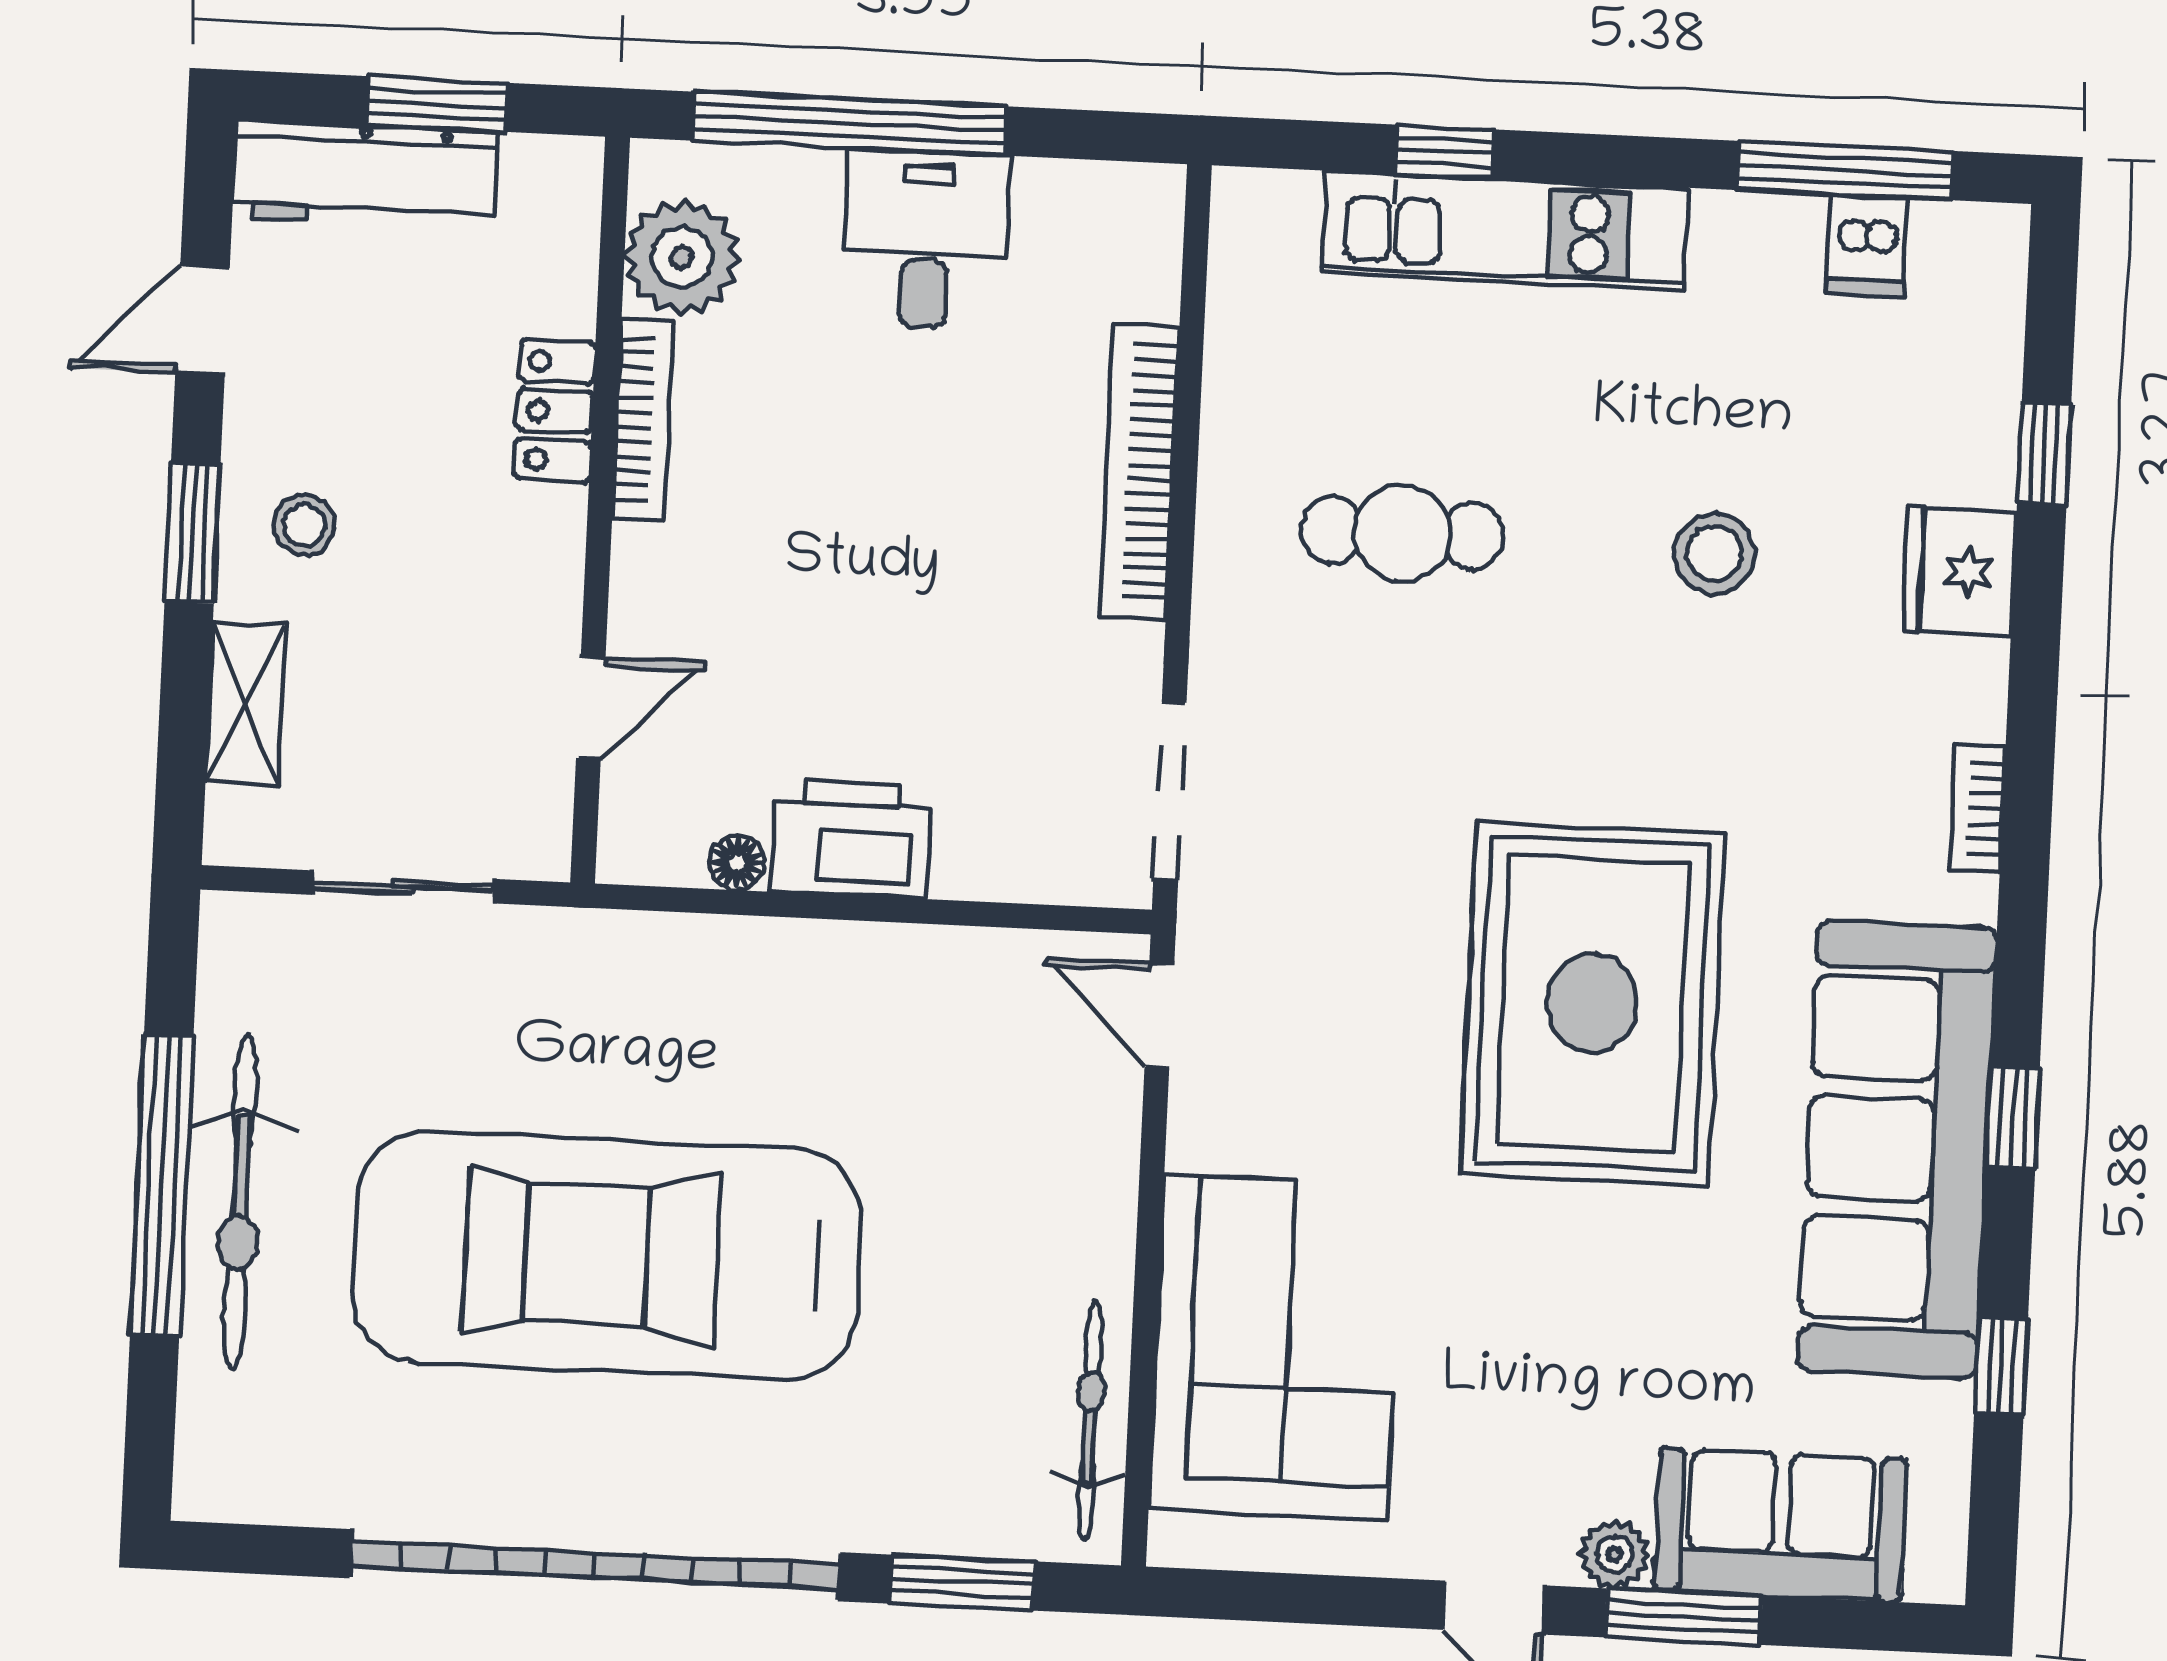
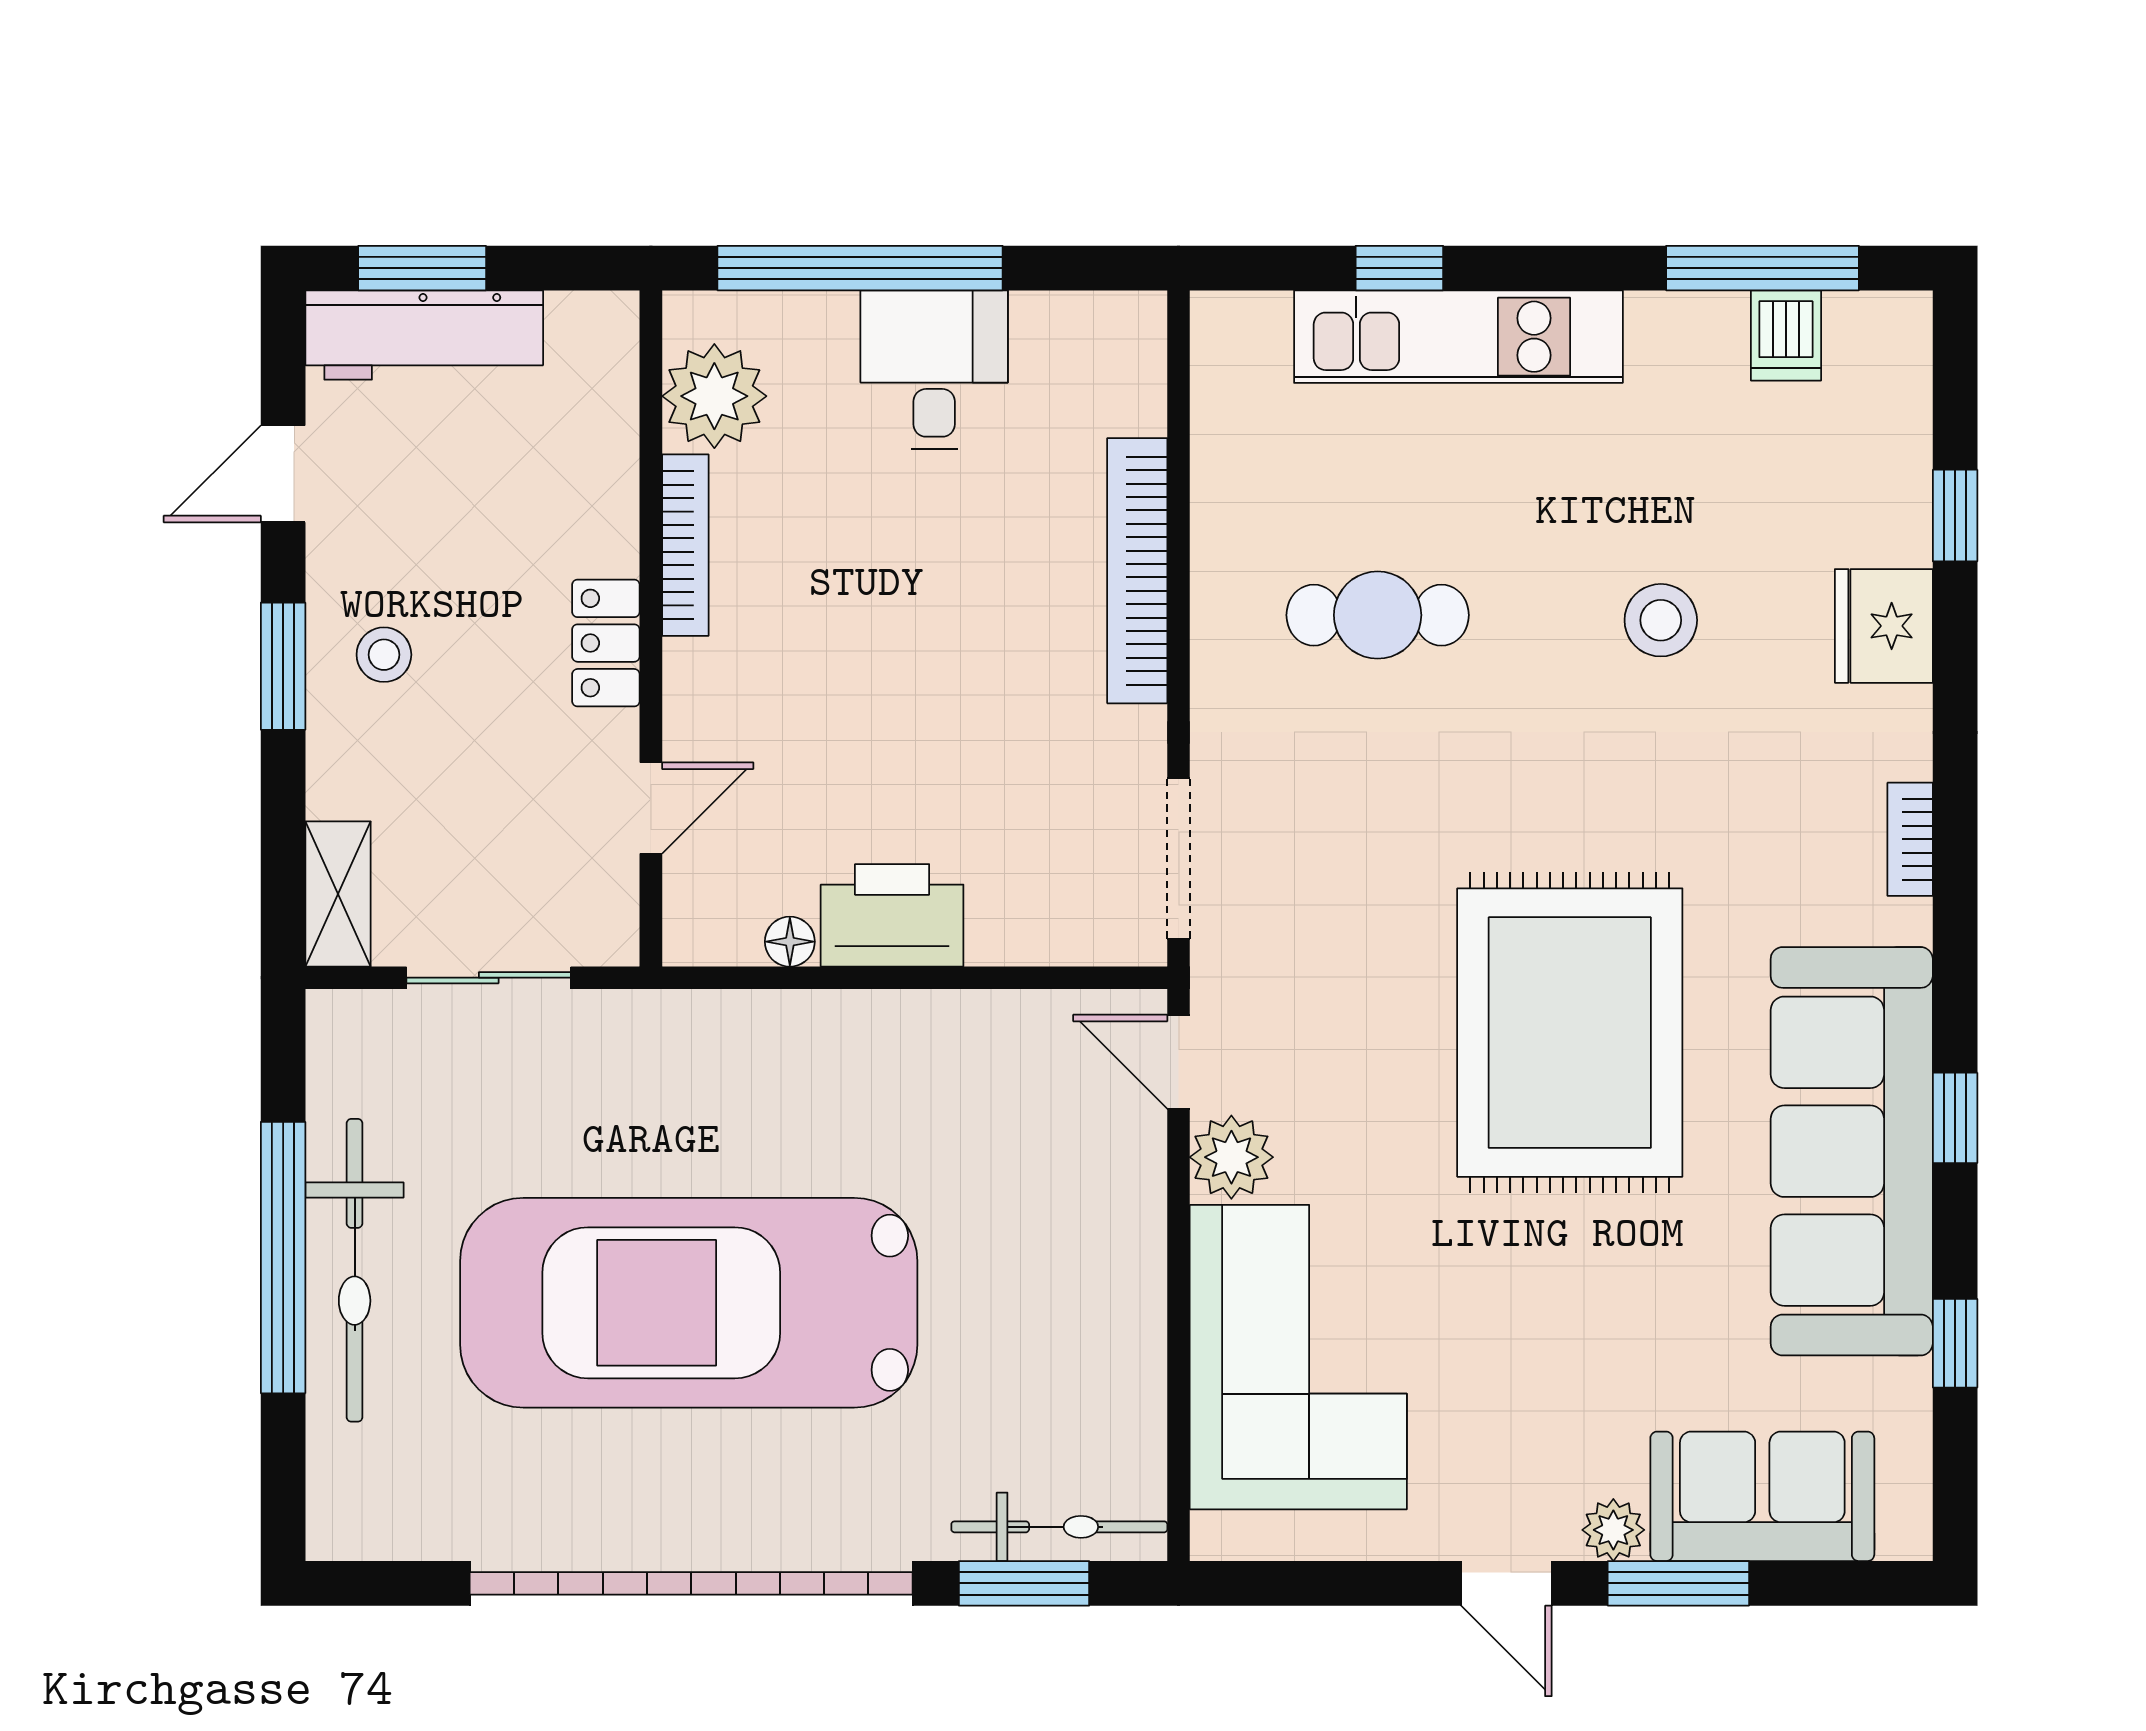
window: (436, 104) -> (422, 268), moved
locker: (555, 411) -> (606, 643), moved
shelving: (245, 704) -> (338, 894), moved
plant: (1213, 1123) -> (1231, 1157), added
bicycle: (1090, 1420) -> (1059, 1527), moved, turned 90

